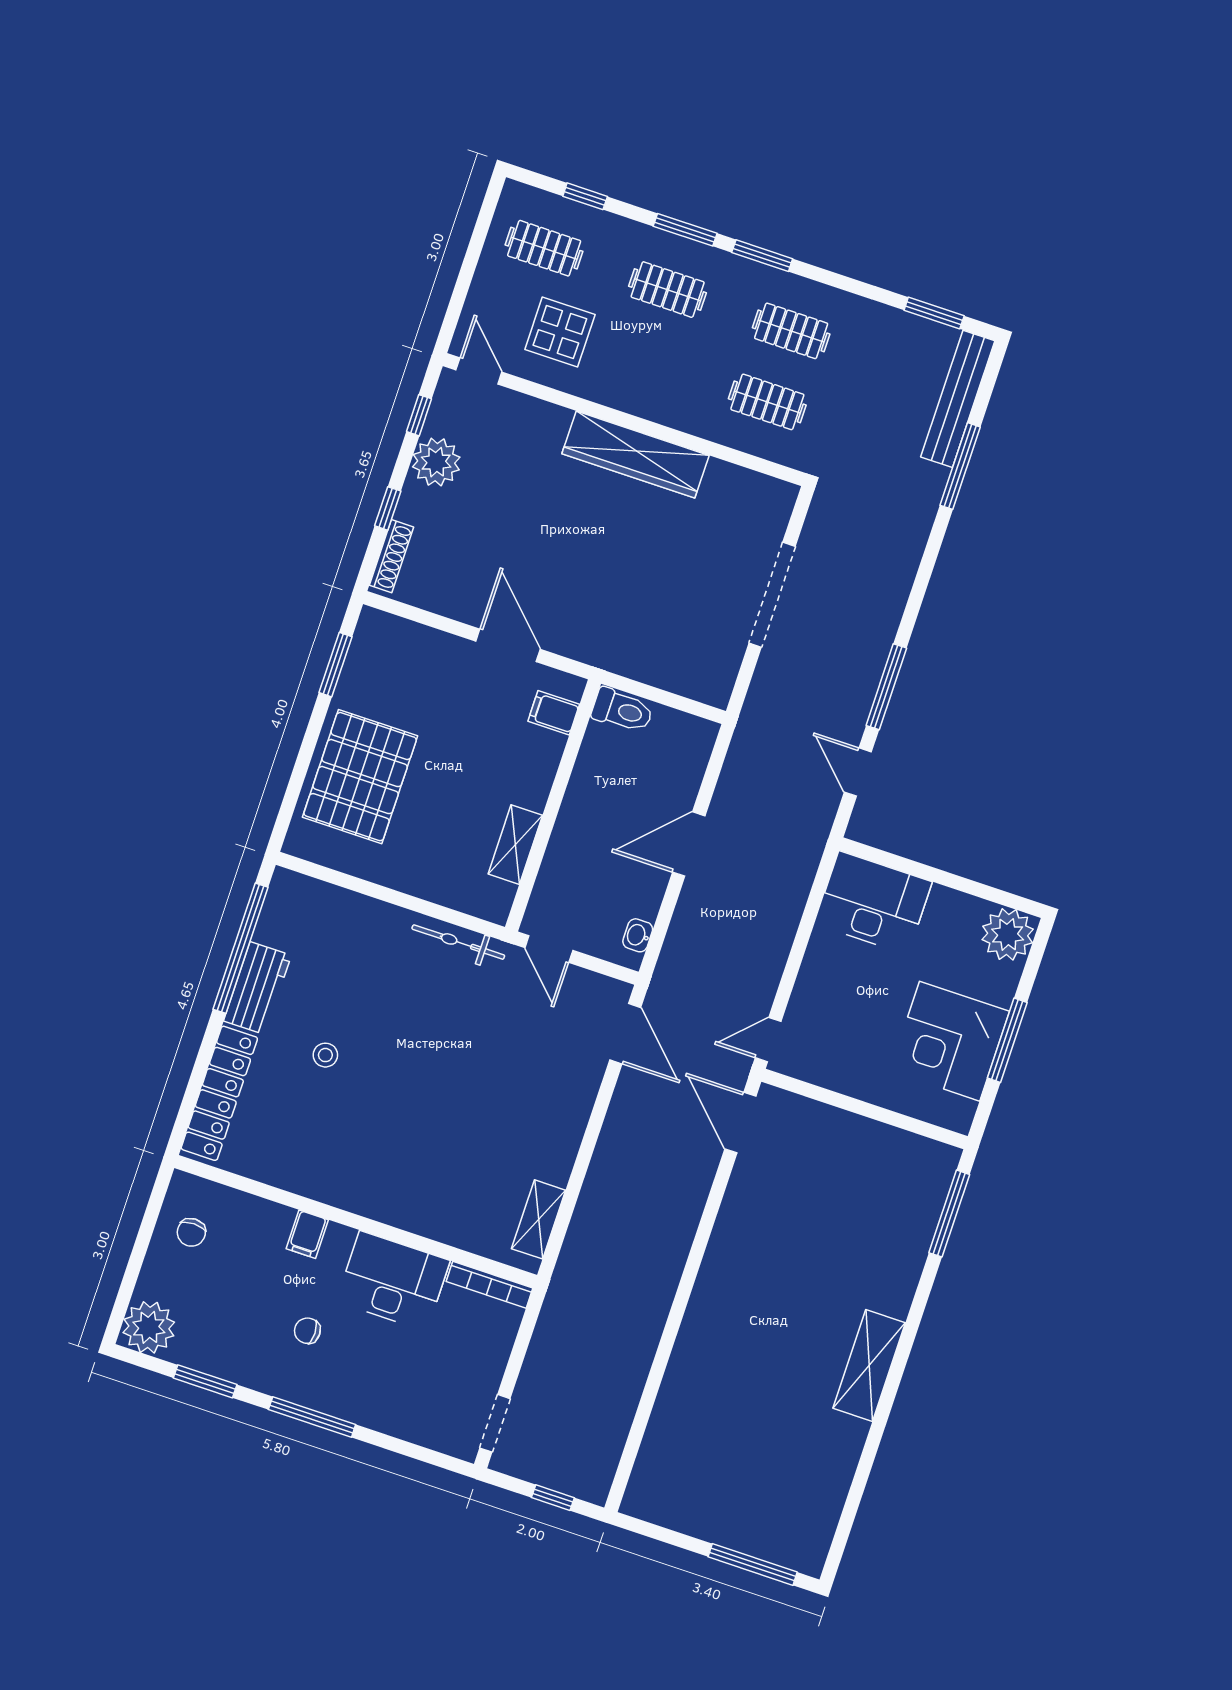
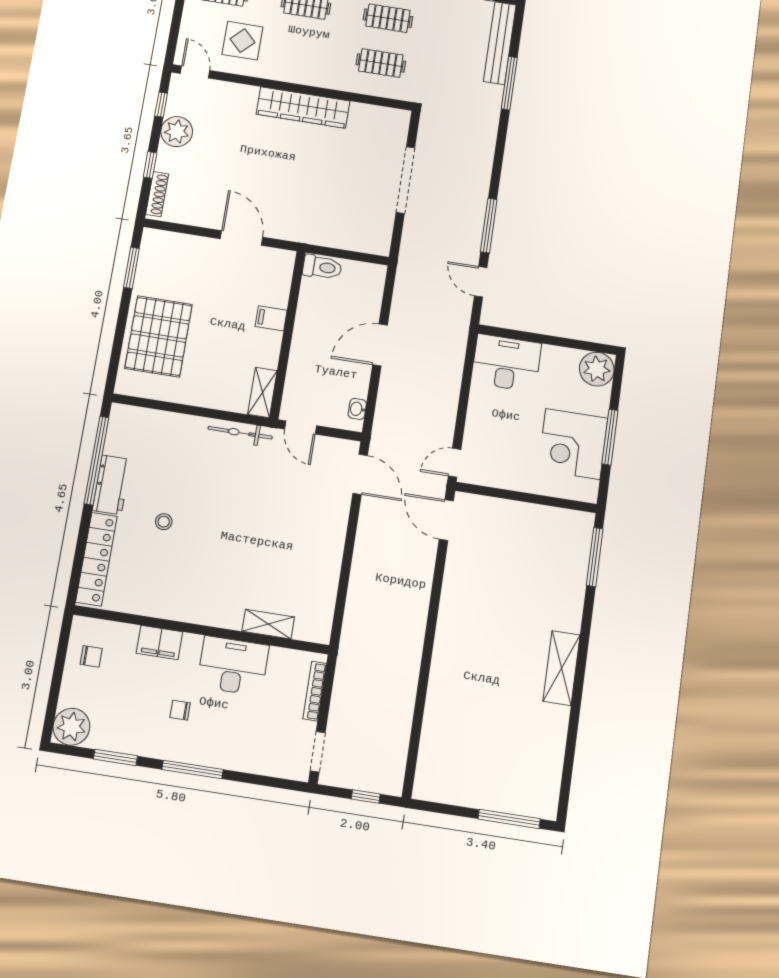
filing cabinet: (554, 713) -> (271, 318), moved
shelving: (515, 845) -> (262, 392), moved
shelving: (539, 1219) -> (268, 624), moved, turned 90
chair: (191, 1232) -> (91, 656), turned -90
filing cabinet: (307, 1234) -> (160, 642), width x2.00
bookcase: (490, 1285) -> (315, 691), moved, turned 90

